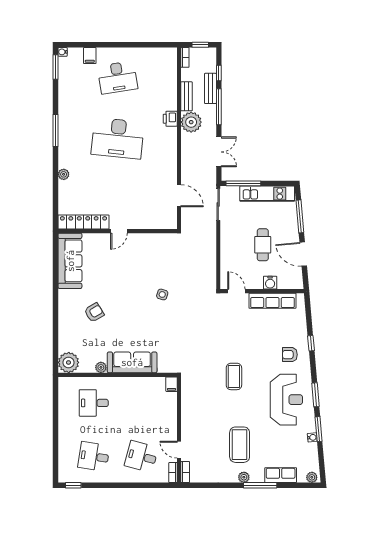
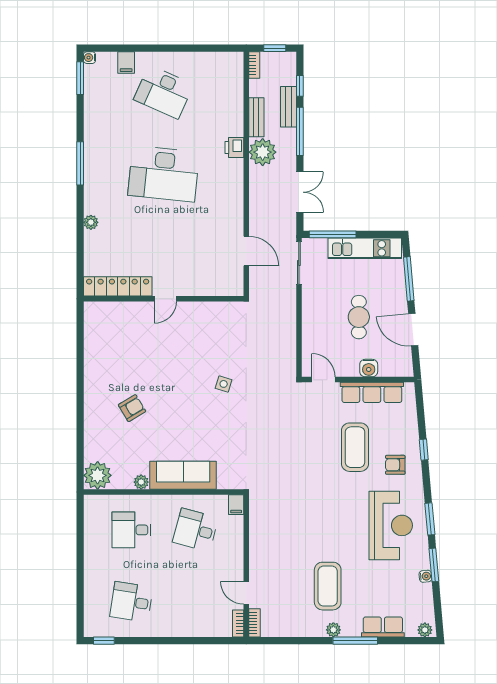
desk: (118, 77) -> (164, 92), turned 33
sofa: (70, 261) -> (99, 339), removed
coffee table: (234, 376) -> (355, 447), moved, width x1.36, depth x1.32
desk: (141, 456) -> (196, 530), moved

